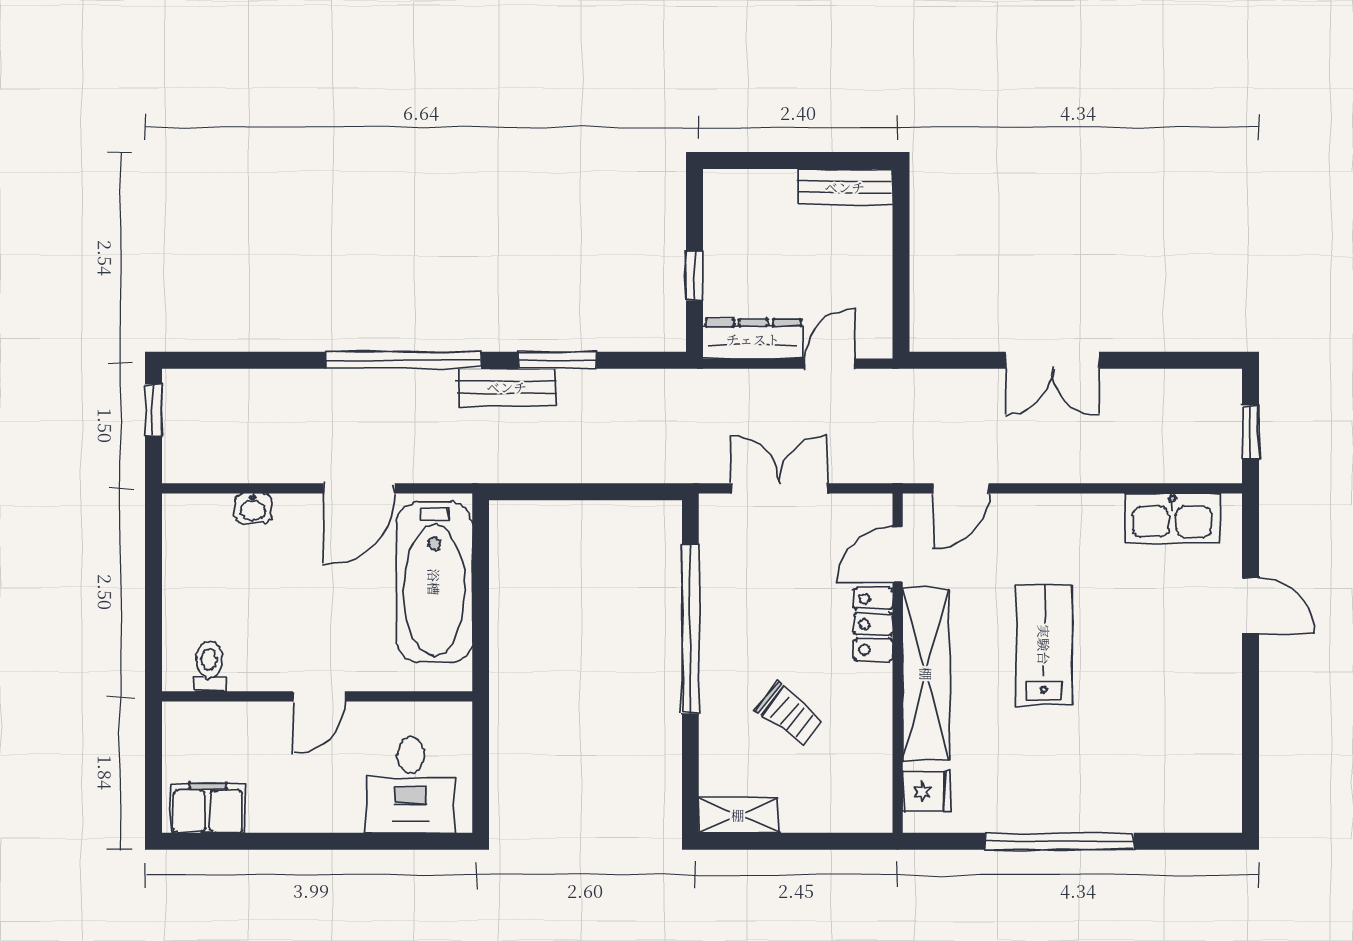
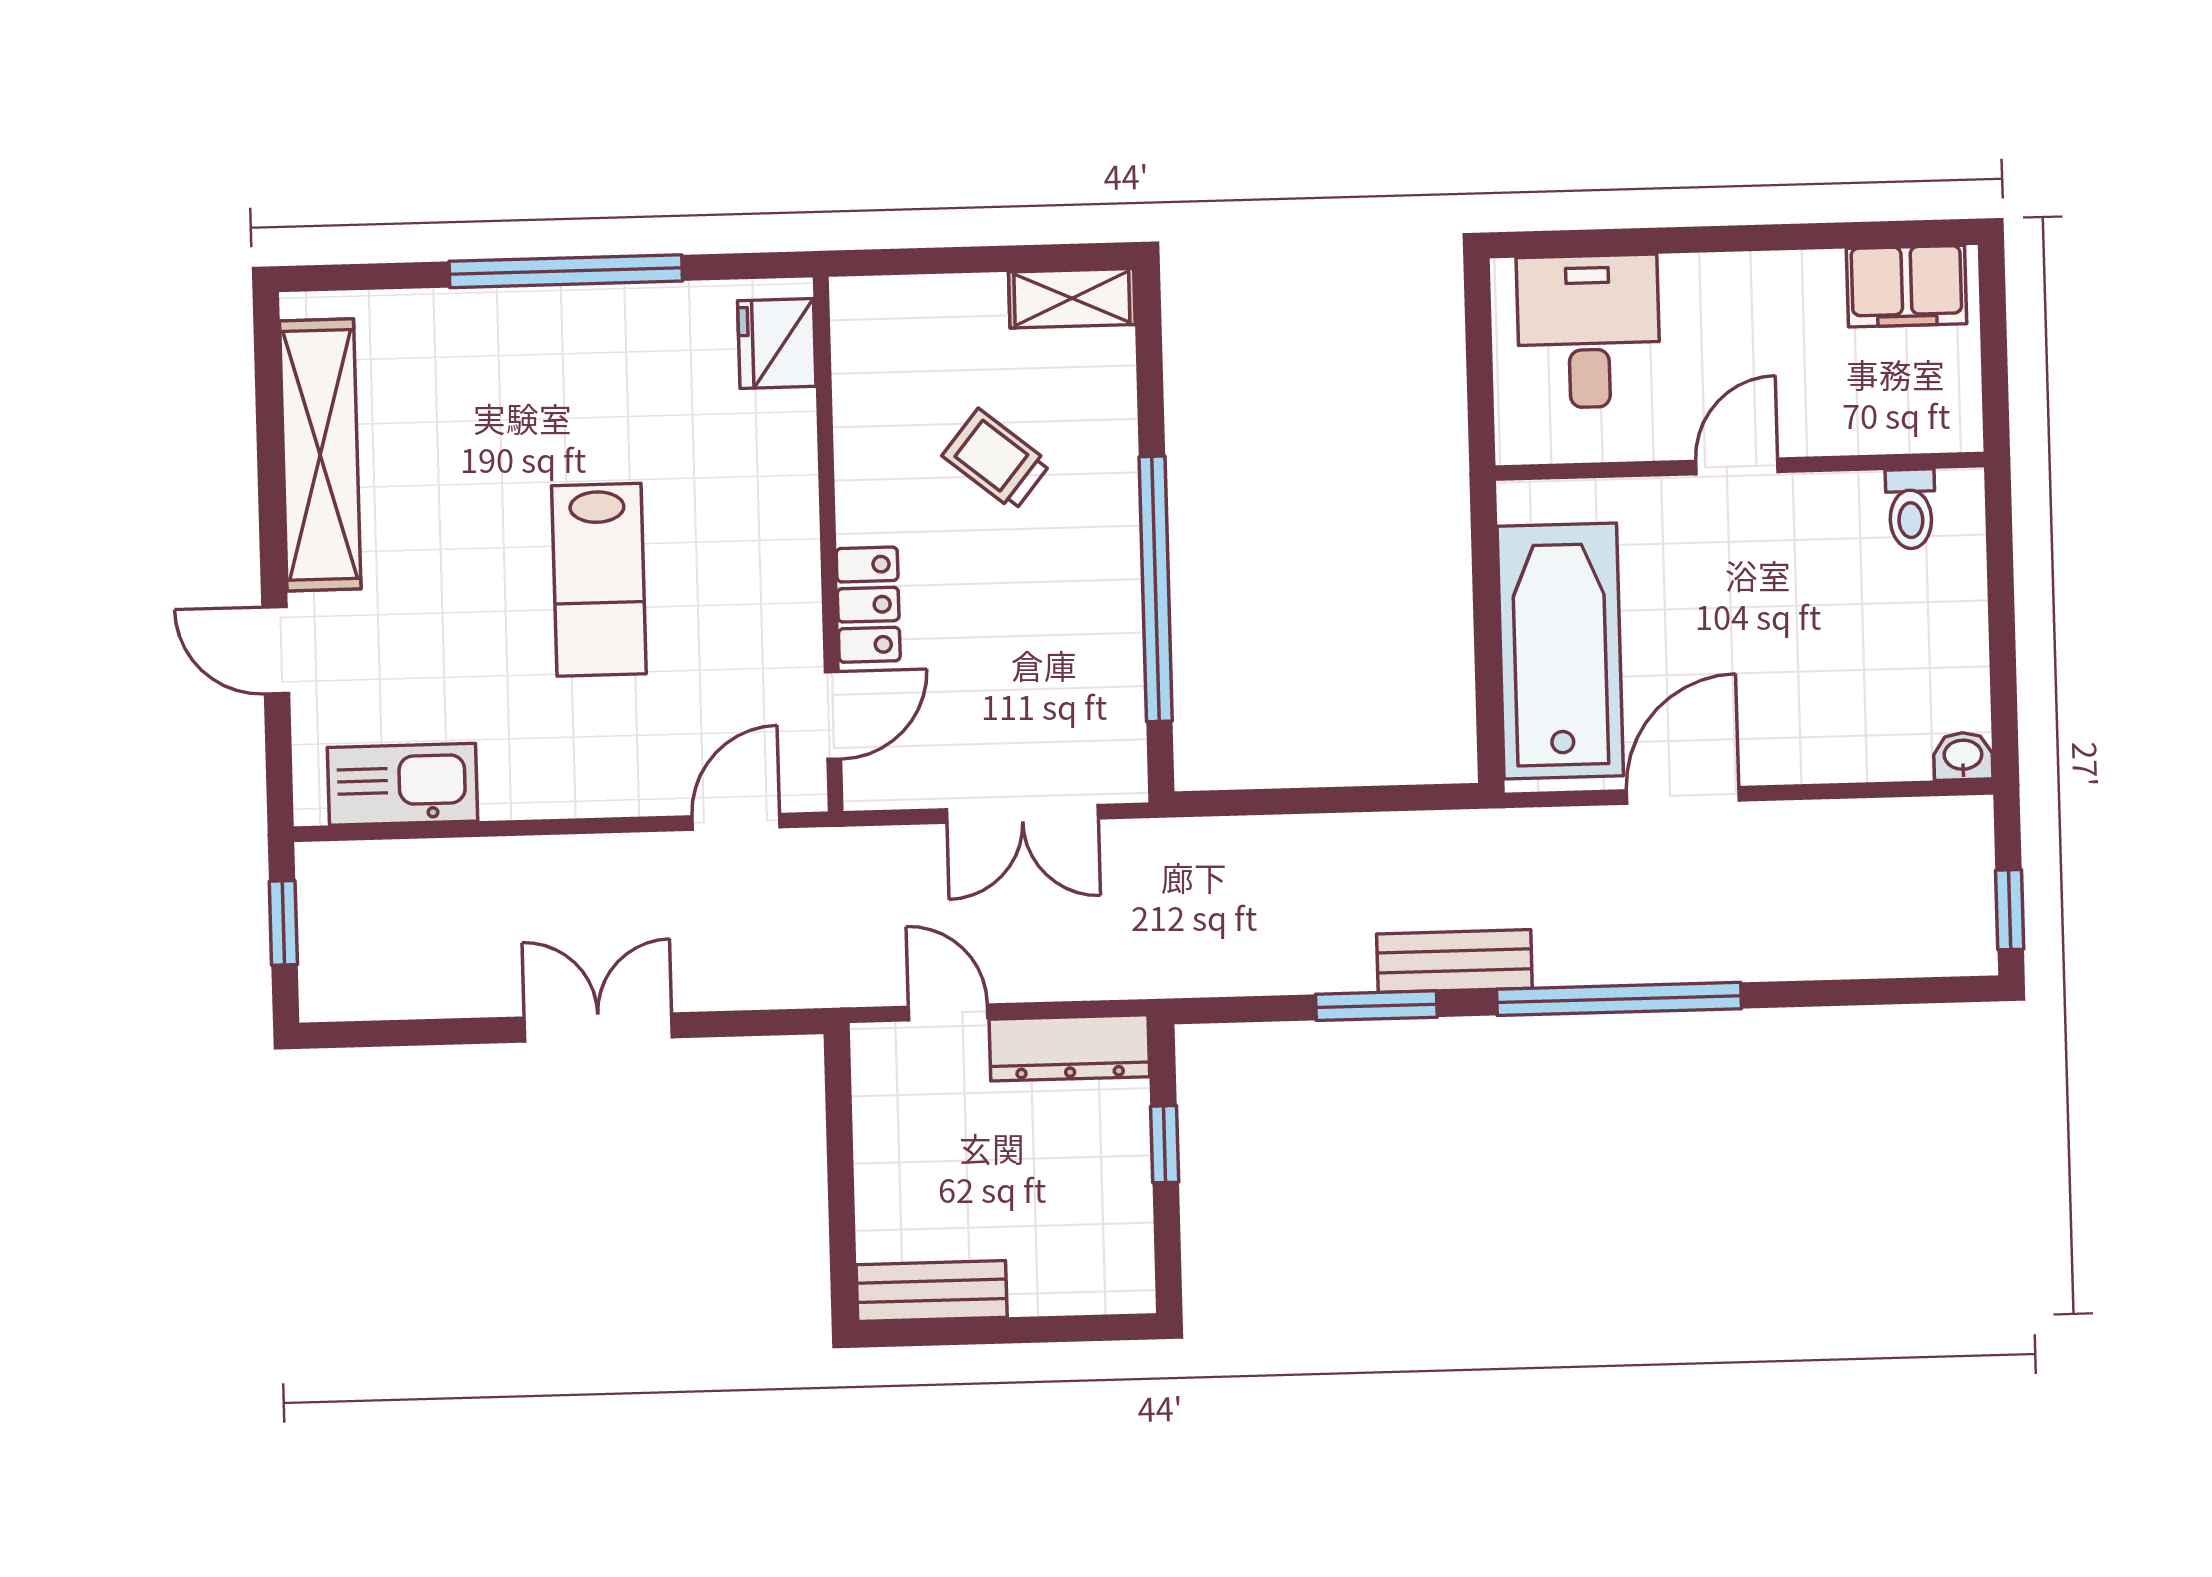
door: (830, 364) -> (948, 1012), swing flipped
washbasin: (253, 508) -> (1963, 756), moved
shelving: (926, 674) -> (320, 455), moved
fridge: (927, 792) -> (777, 344), width x1.38

